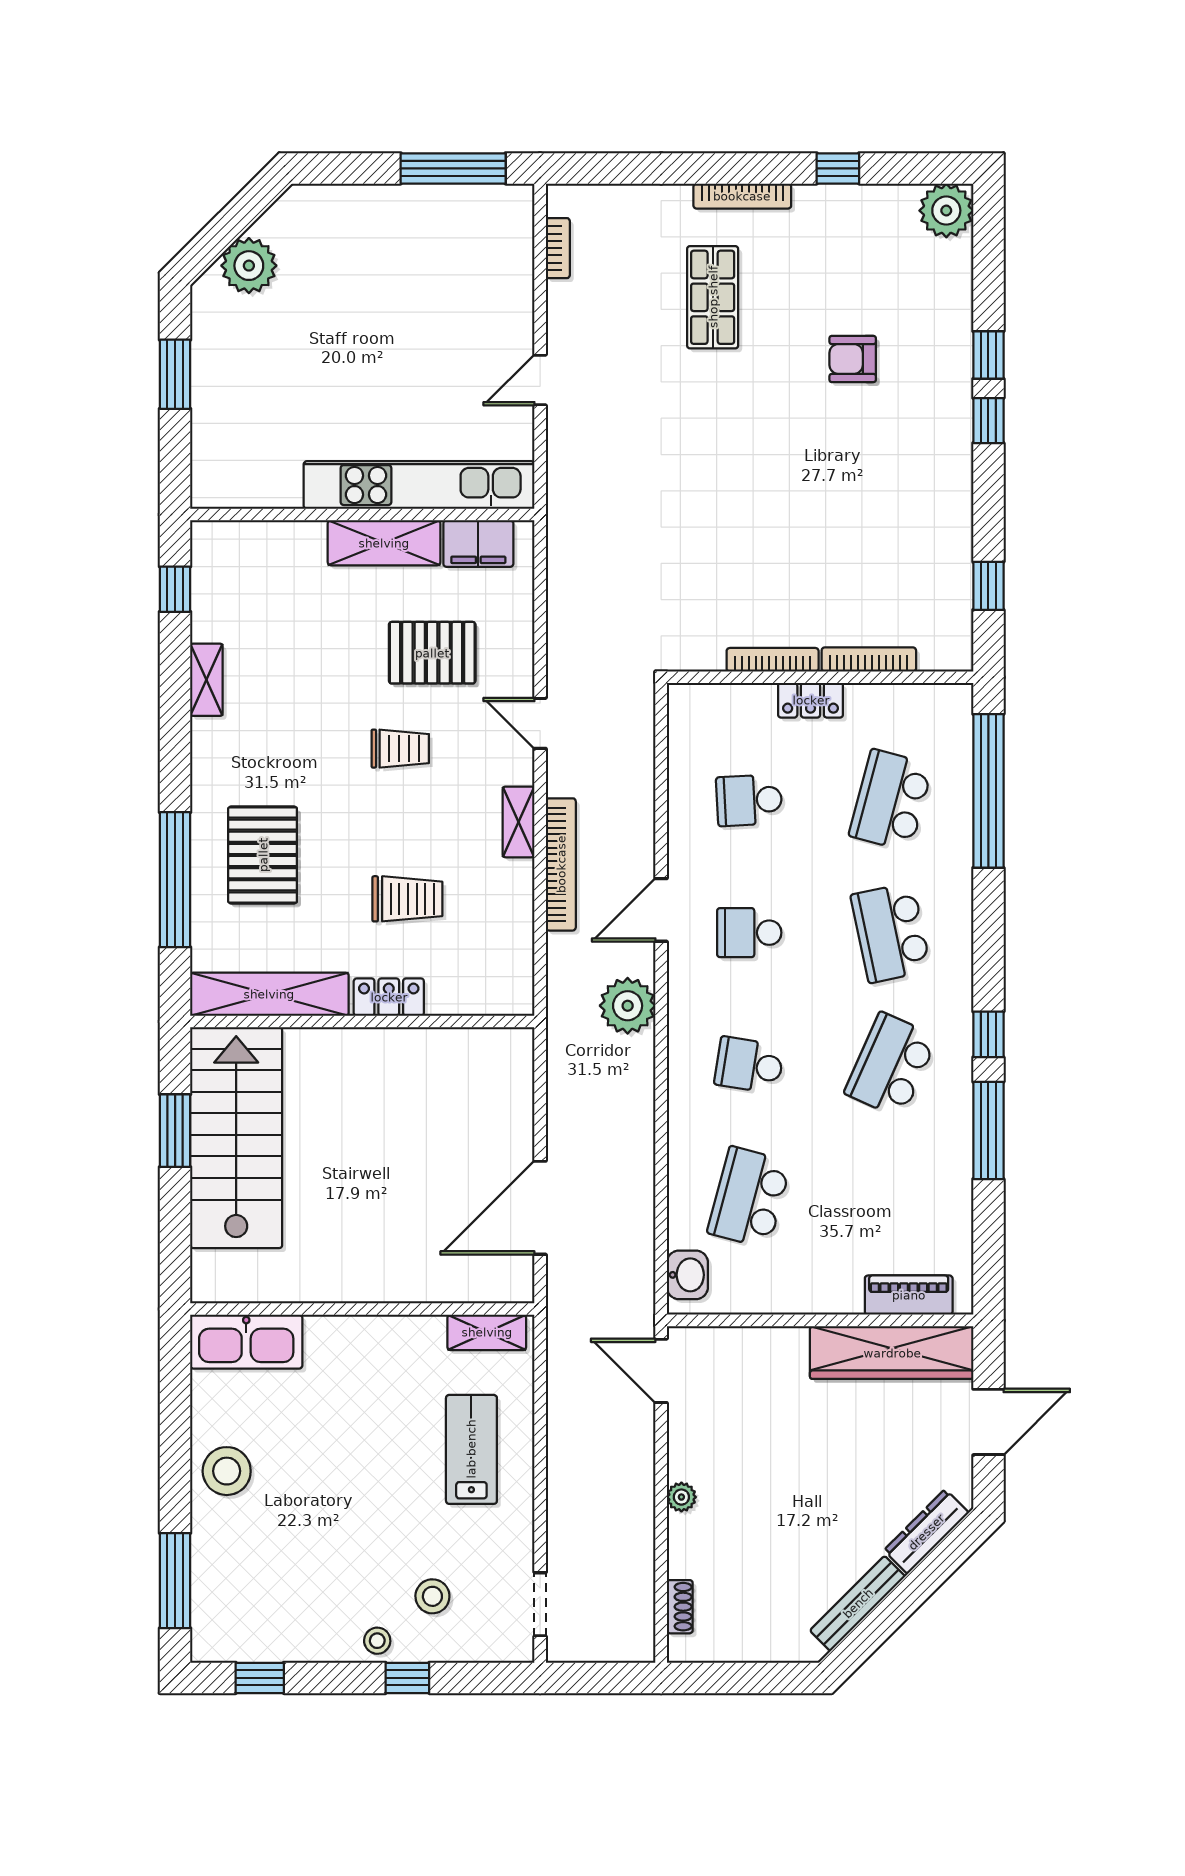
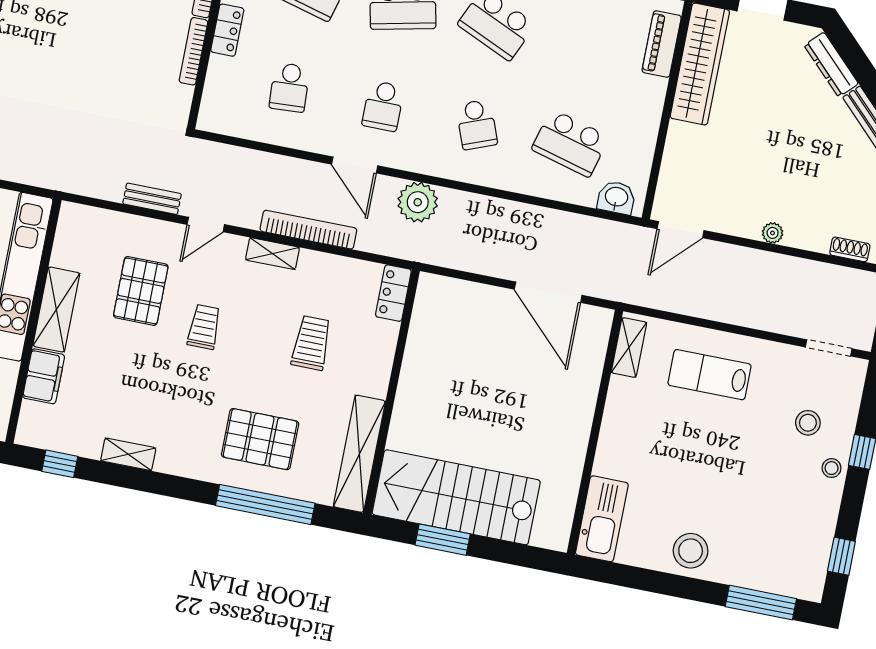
filing cabinet: (478, 544) -> (44, 376), moved
bench: (561, 643) -> (152, 199), added
locker: (389, 997) -> (393, 293), moved
school desk: (749, 1065) -> (477, 124), turned -30

